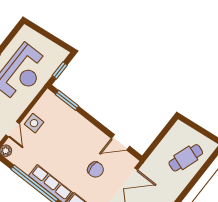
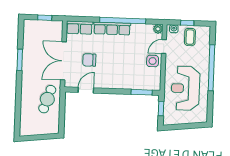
door: (13, 129) -> (164, 47), hinge flipped
cafe table: (186, 158) -> (47, 99), moved

